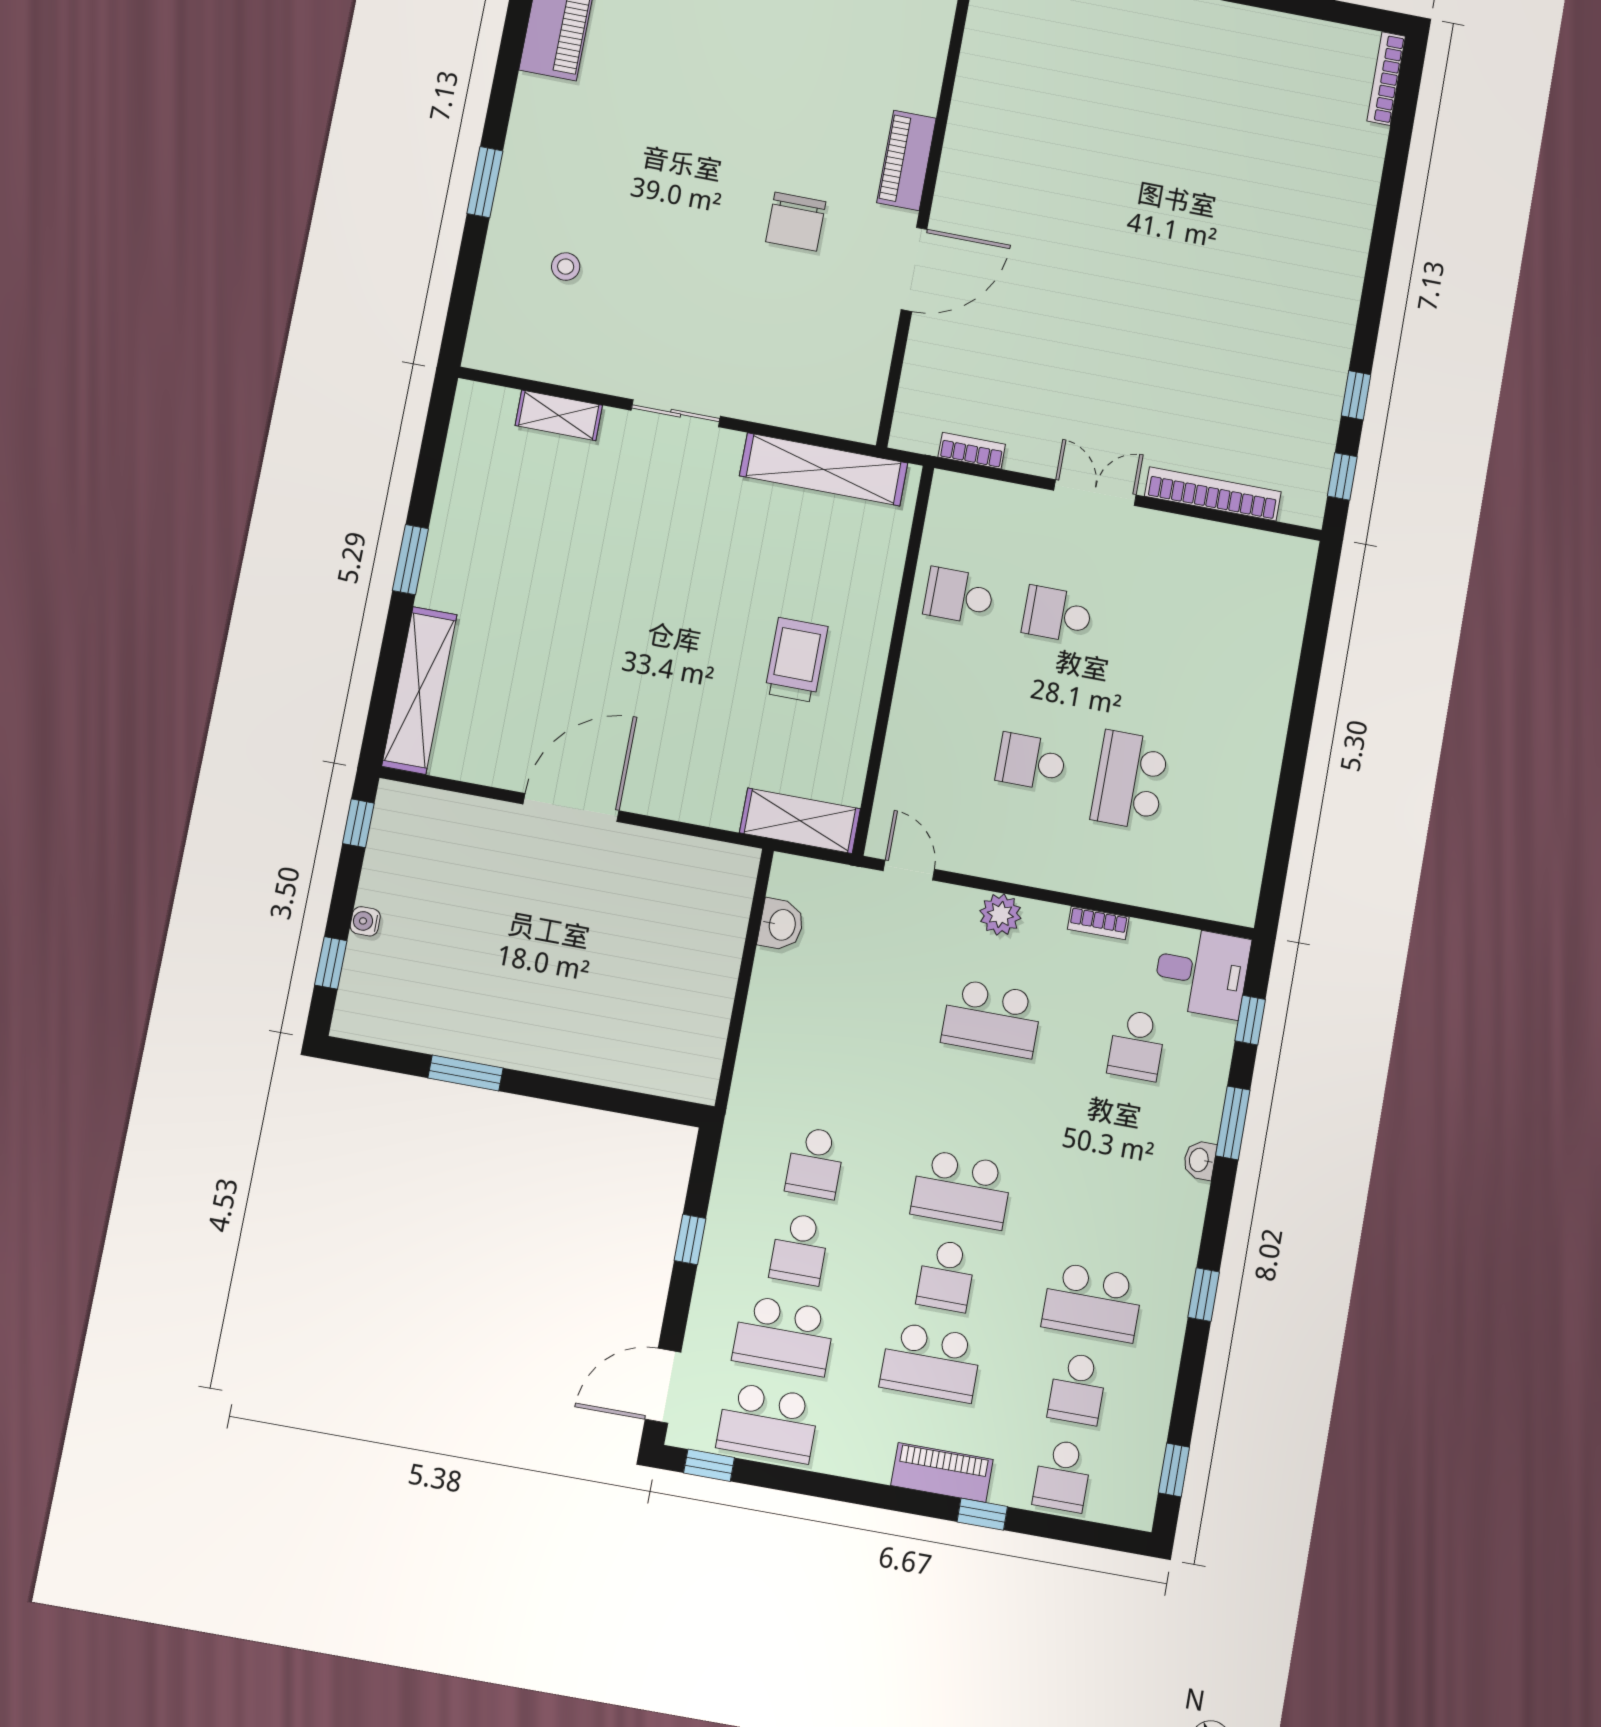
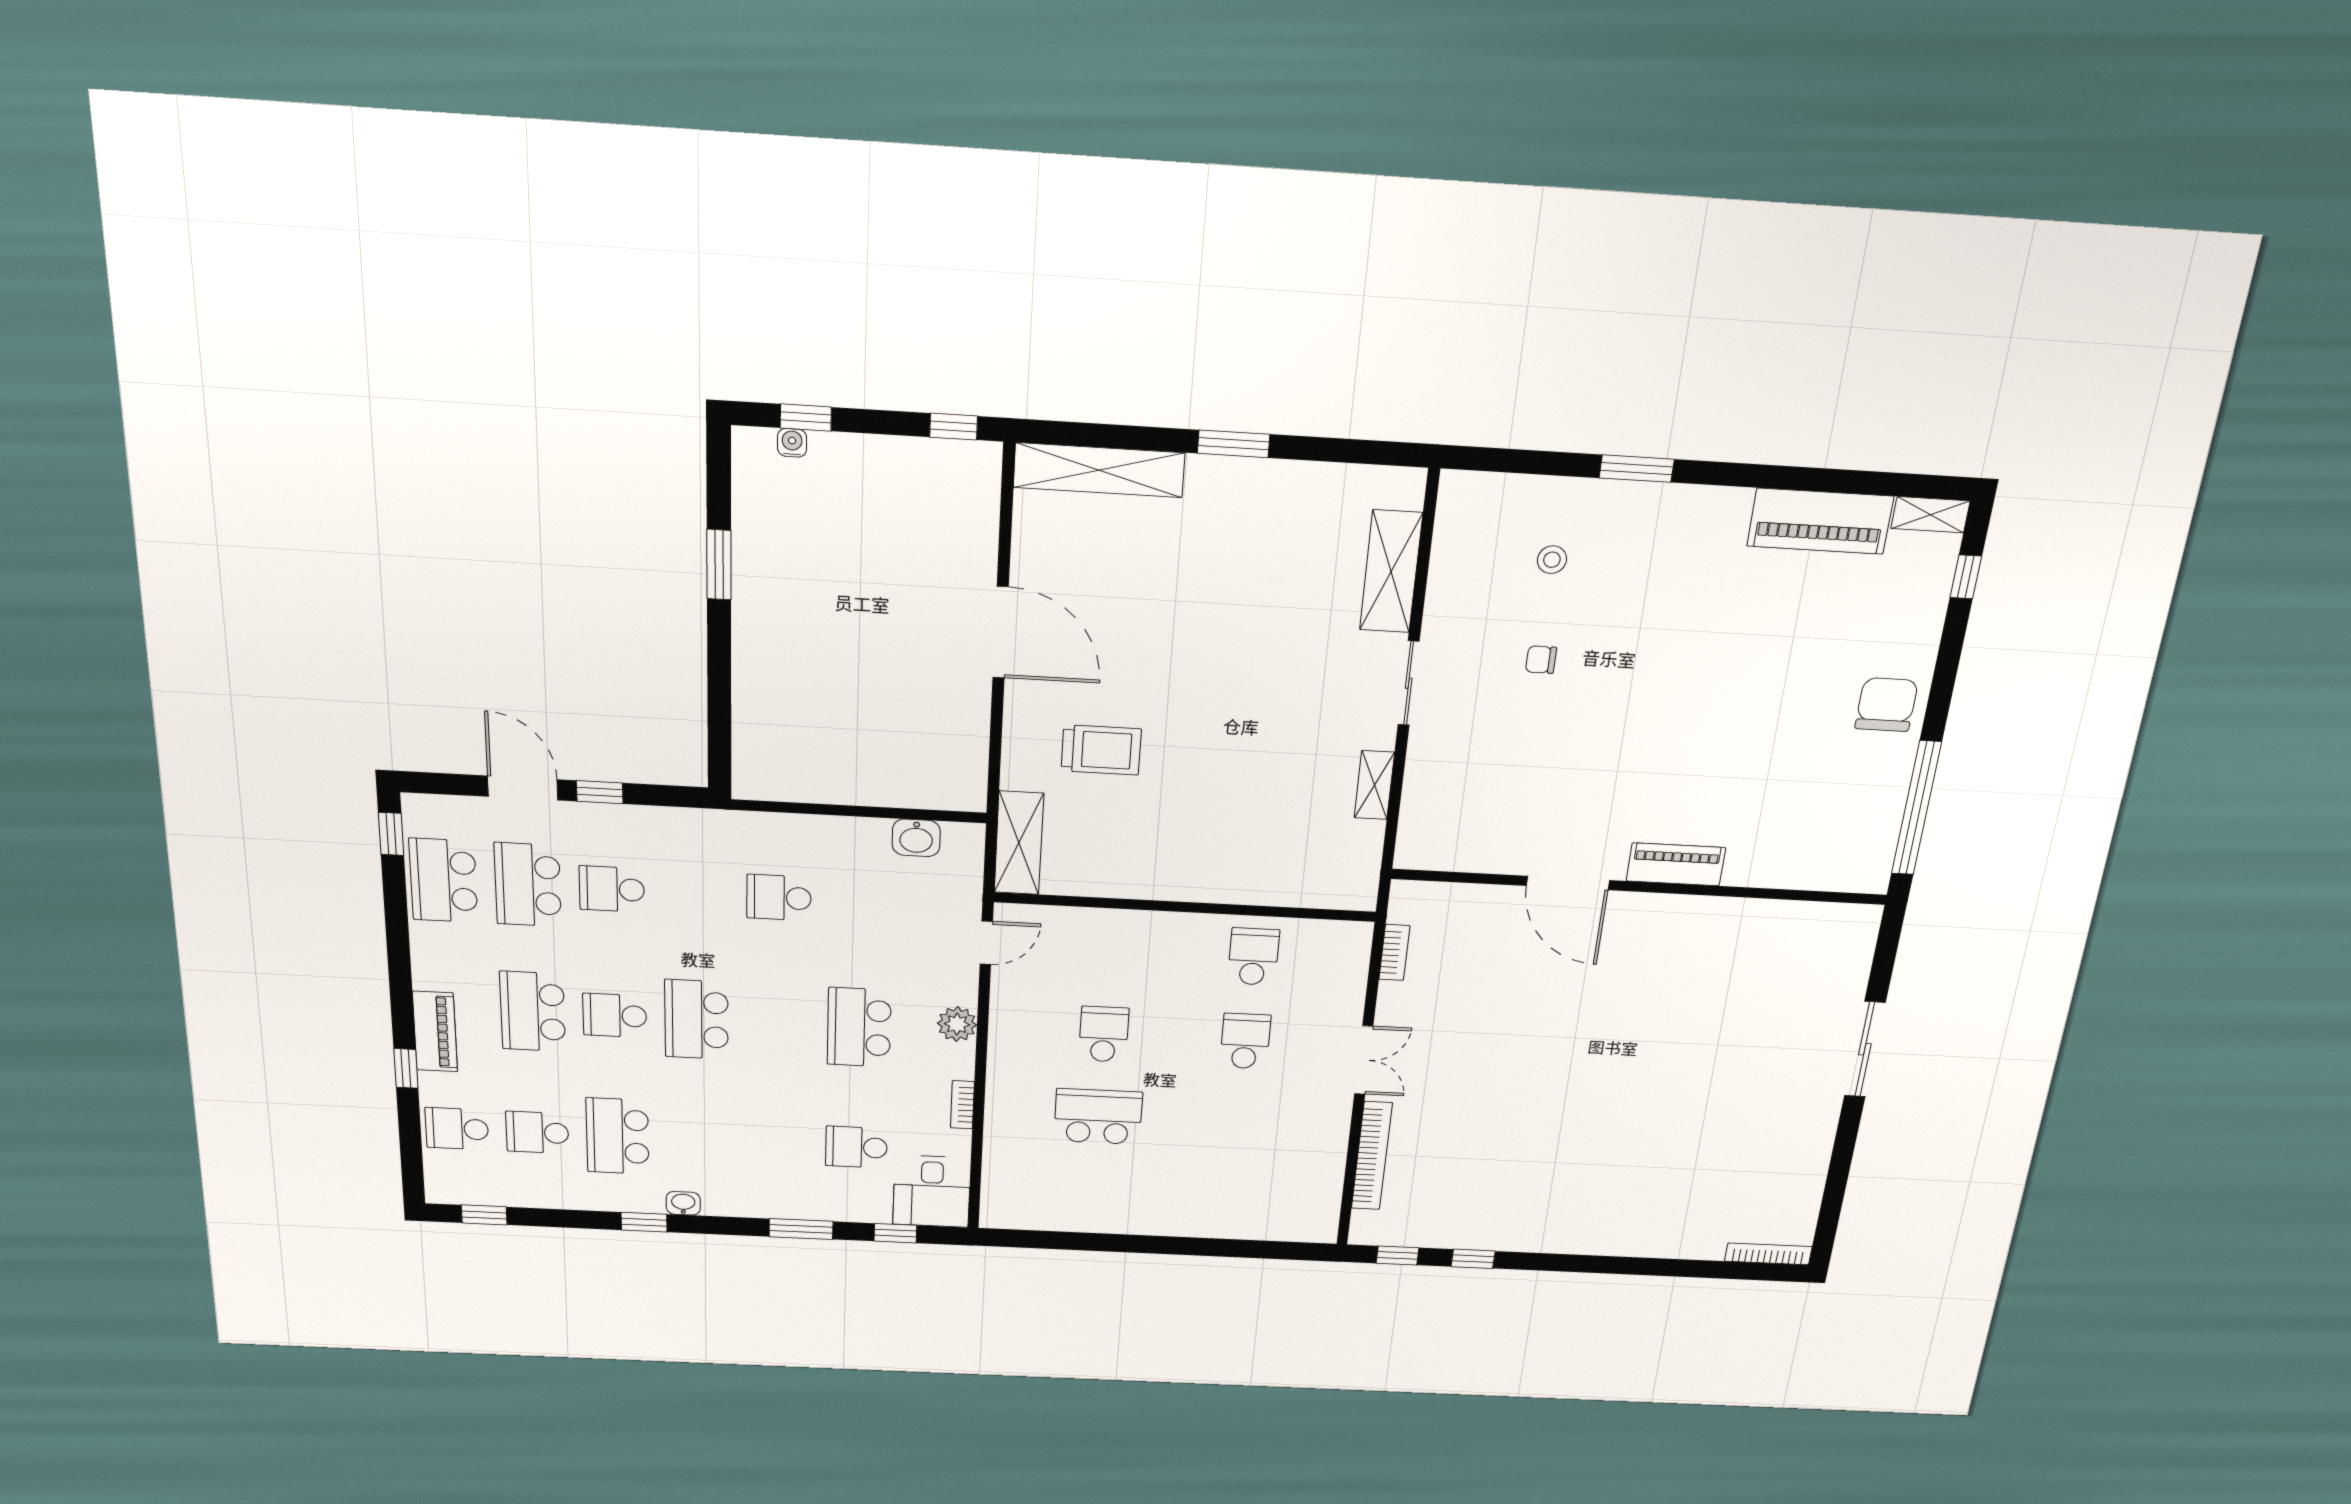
chair: (796, 222) -> (1541, 660), moved, width x0.54, depth x0.54
shelving: (559, 415) -> (1391, 572), width x1.50, depth x1.33
shelving: (824, 469) -> (1374, 785), width x0.45, depth x0.75
trolley: (796, 660) -> (1101, 750), moved
water cooler: (365, 921) -> (792, 443), moved
washbasin: (1200, 1160) -> (683, 1203), moved
school desk: (815, 1163) -> (779, 898), moved
door: (663, 1386) -> (523, 788), moved

